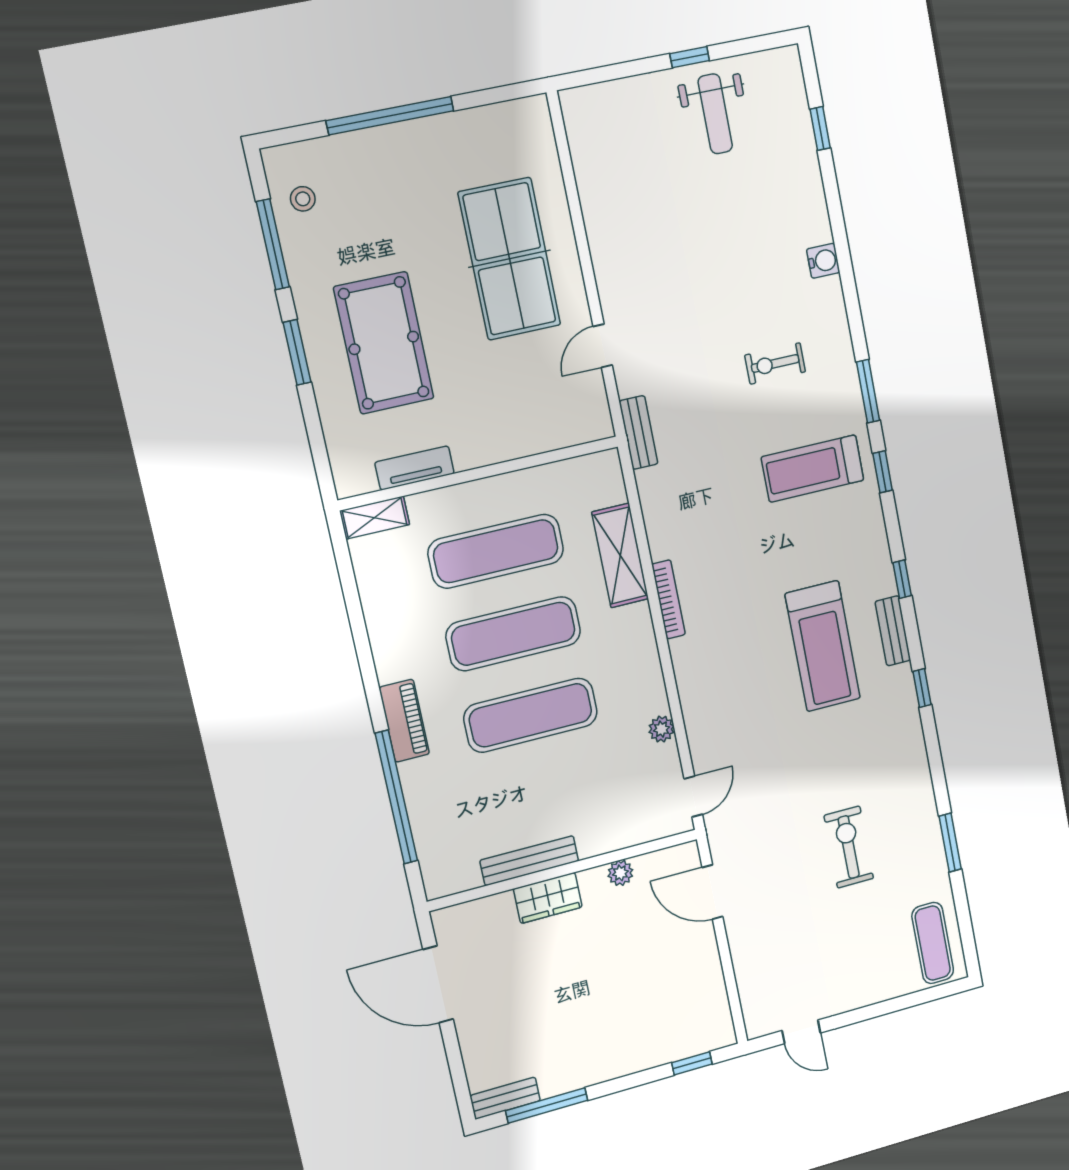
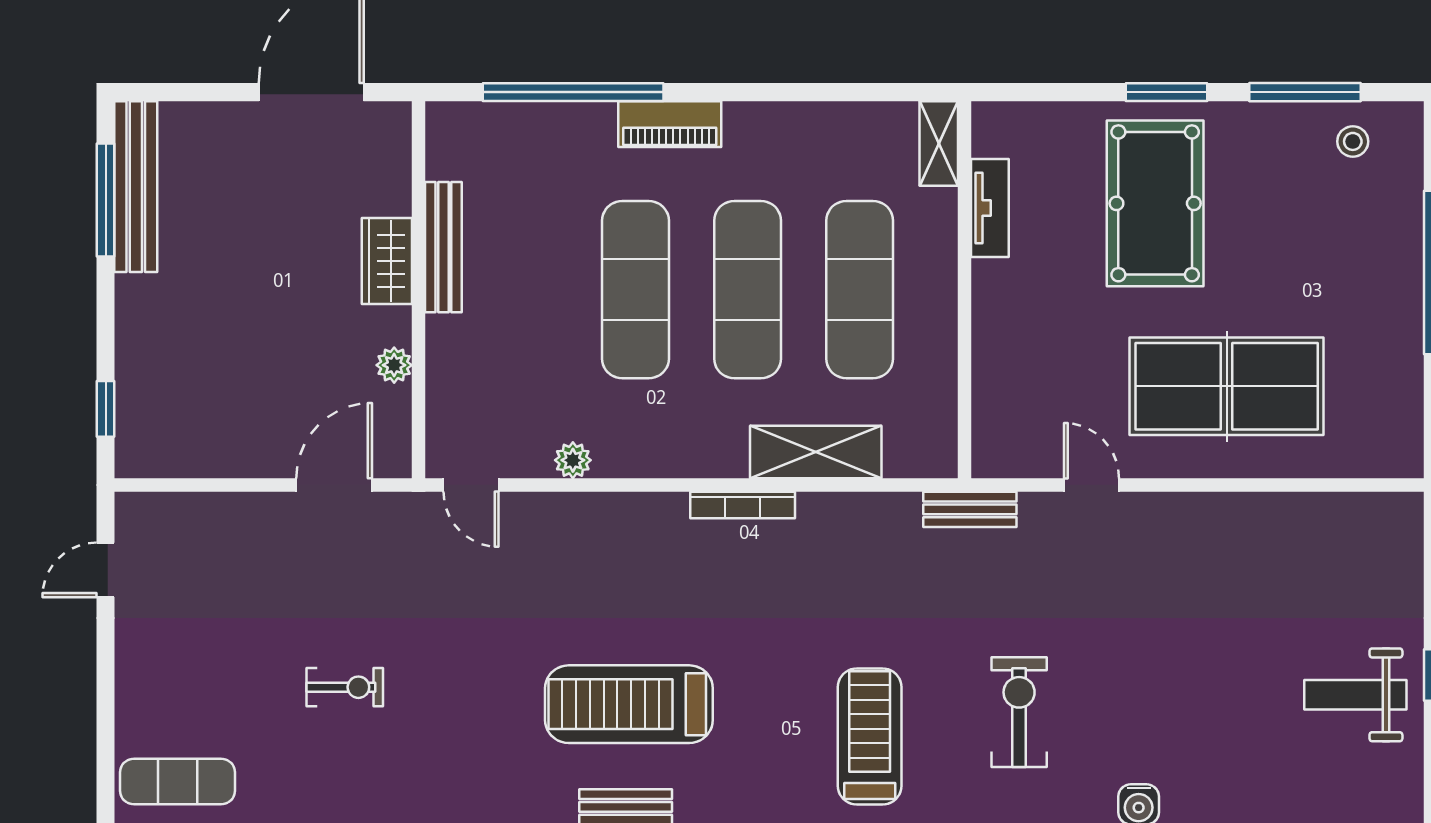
pool table: (384, 343) -> (1155, 203), turned 90
exercise bike: (775, 363) -> (1019, 712), width x1.38, depth x1.39
exercise bike: (849, 847) -> (345, 687), width x0.73, depth x0.72
bench: (505, 1098) -> (136, 187), width x1.86, depth x1.21

